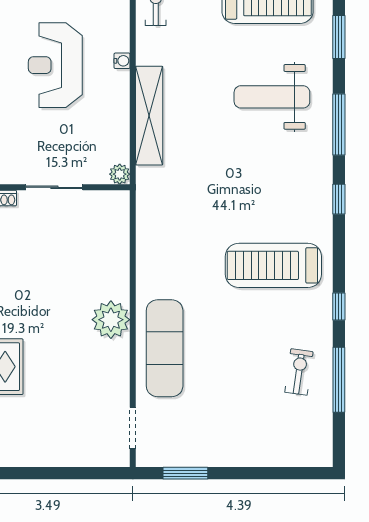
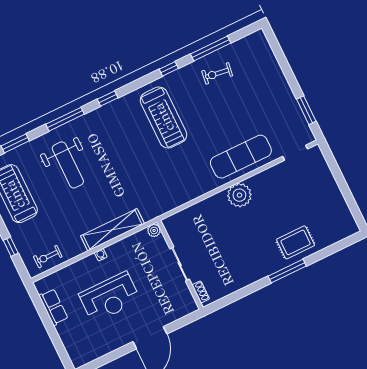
water cooler: (122, 61) -> (101, 255), moved

